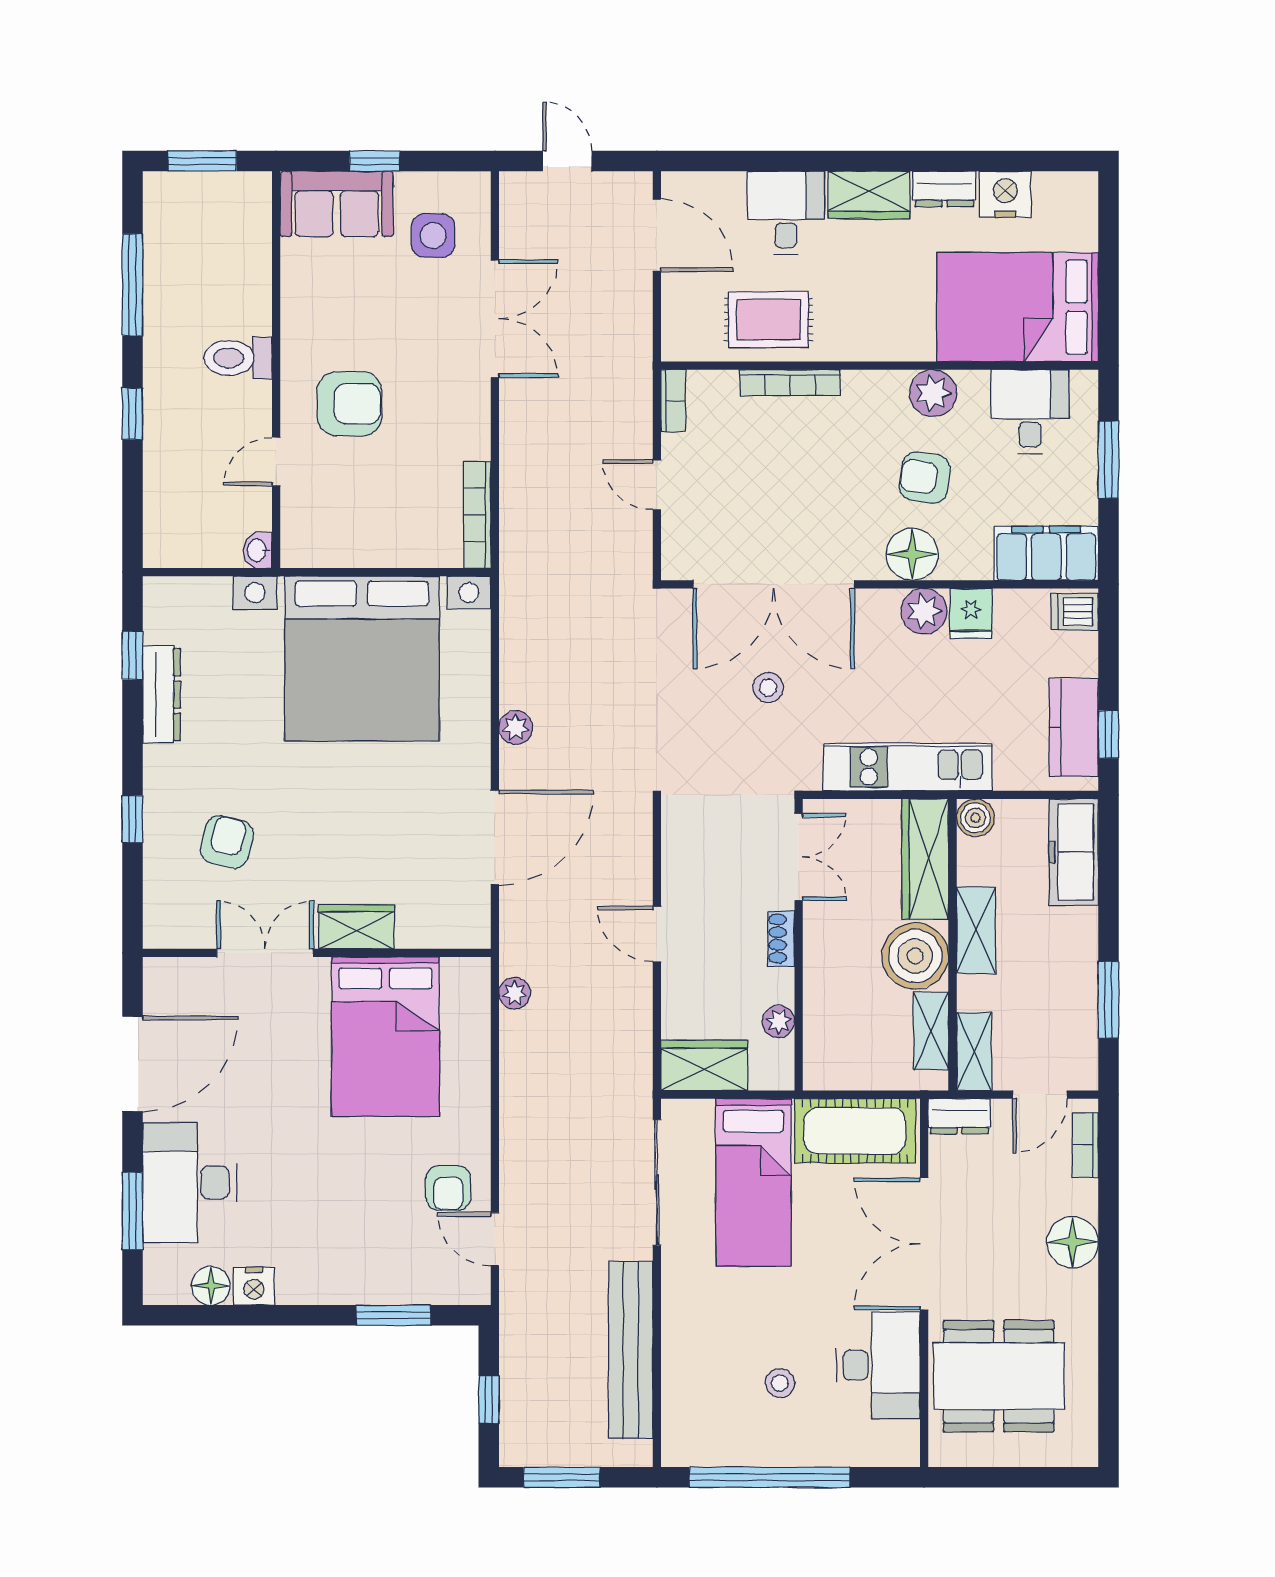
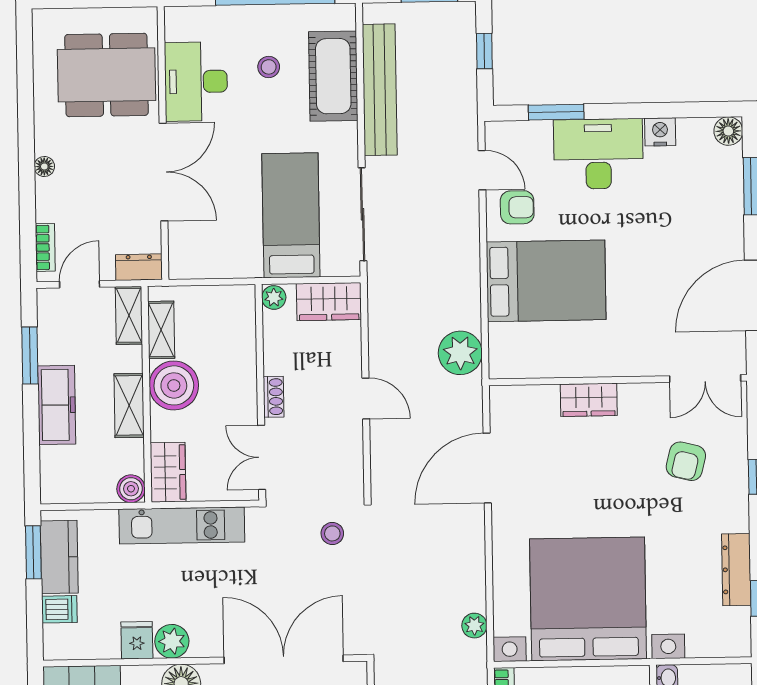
dishwasher: (1075, 612) -> (59, 609), moved
stool: (768, 687) -> (332, 533), moved
plant: (516, 728) -> (474, 626), moved
window: (1108, 734) -> (33, 552), width x1.50
freezer: (1074, 852) -> (57, 405), moved
wardrobe: (925, 859) -> (168, 472), width x0.67
double door: (265, 953) -> (705, 379), moved
plant: (515, 993) -> (460, 353), width x1.88, depth x1.88
plant: (778, 1021) -> (274, 297), moved
bed: (386, 1037) -> (546, 281), moved, turned 90
cot: (855, 1131) -> (333, 76), moved, turned 90
desk: (190, 1182) -> (598, 154), moved, turned -90
armchair: (448, 1188) -> (517, 207), turned 90
floor lamp: (1073, 1242) -> (44, 166), width x0.53, depth x0.53
floor lamp: (211, 1286) -> (728, 131), moved

